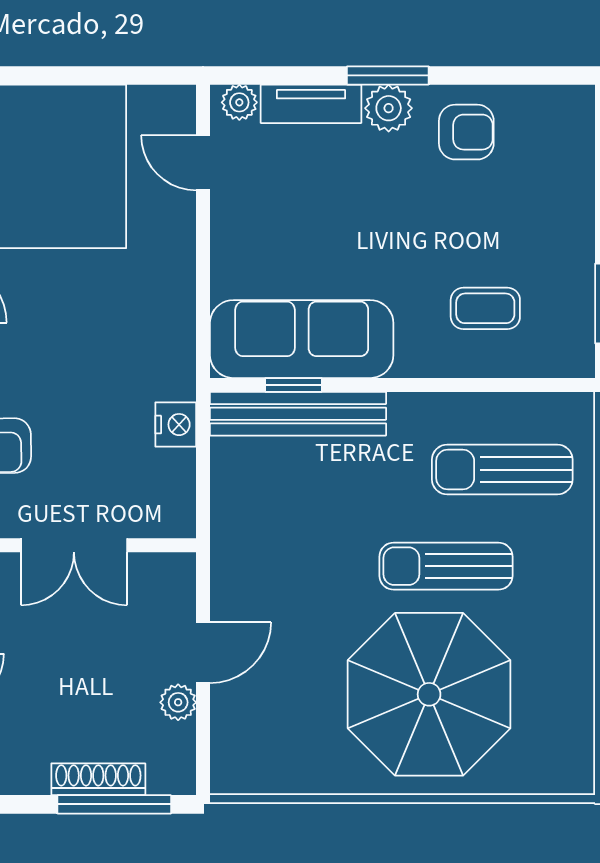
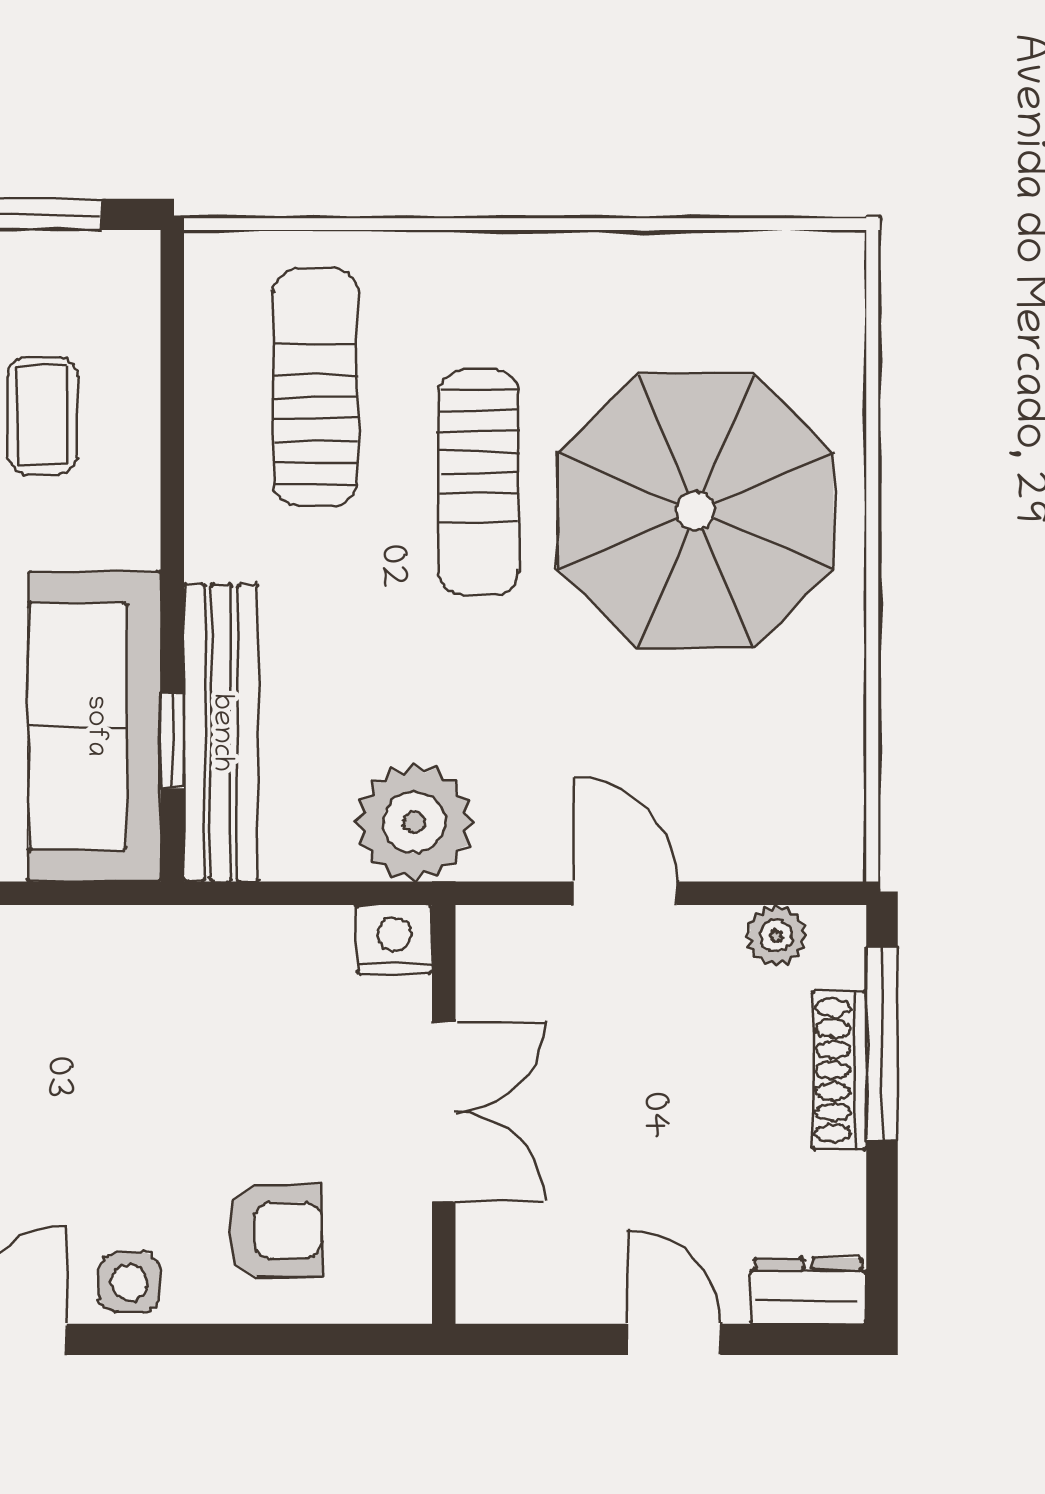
nightstand: (176, 425) -> (394, 939), moved
sun lounger: (502, 470) -> (315, 387), turned 180
plant: (245, 528) -> (414, 822), added
plant: (178, 702) -> (776, 935), moved

